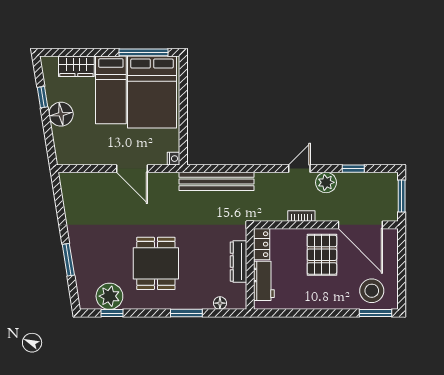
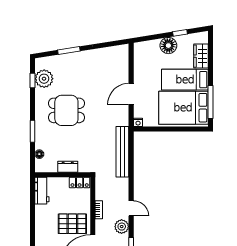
dresser: (238, 262) -> (68, 167), width x0.70
workbench: (264, 281) -> (42, 191), moved, turned -90

